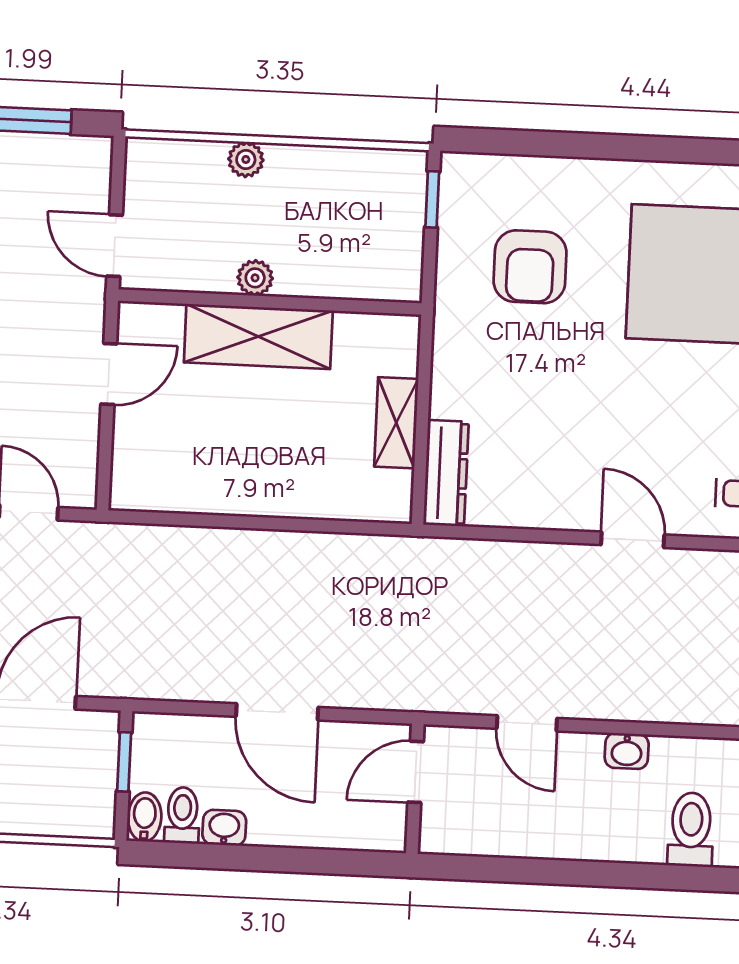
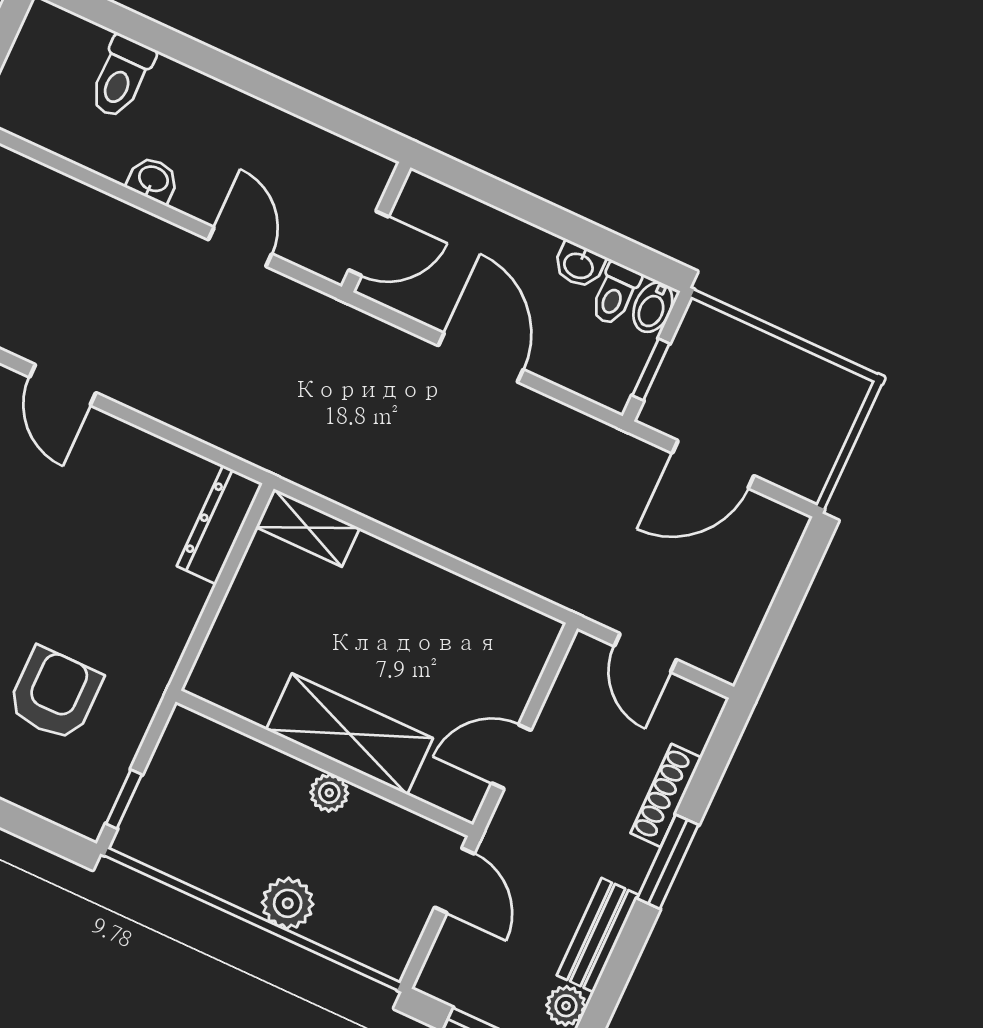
plant: (246, 159) -> (288, 903), width x1.38, depth x1.38
shelving: (396, 423) -> (308, 528), moved, turned 90

